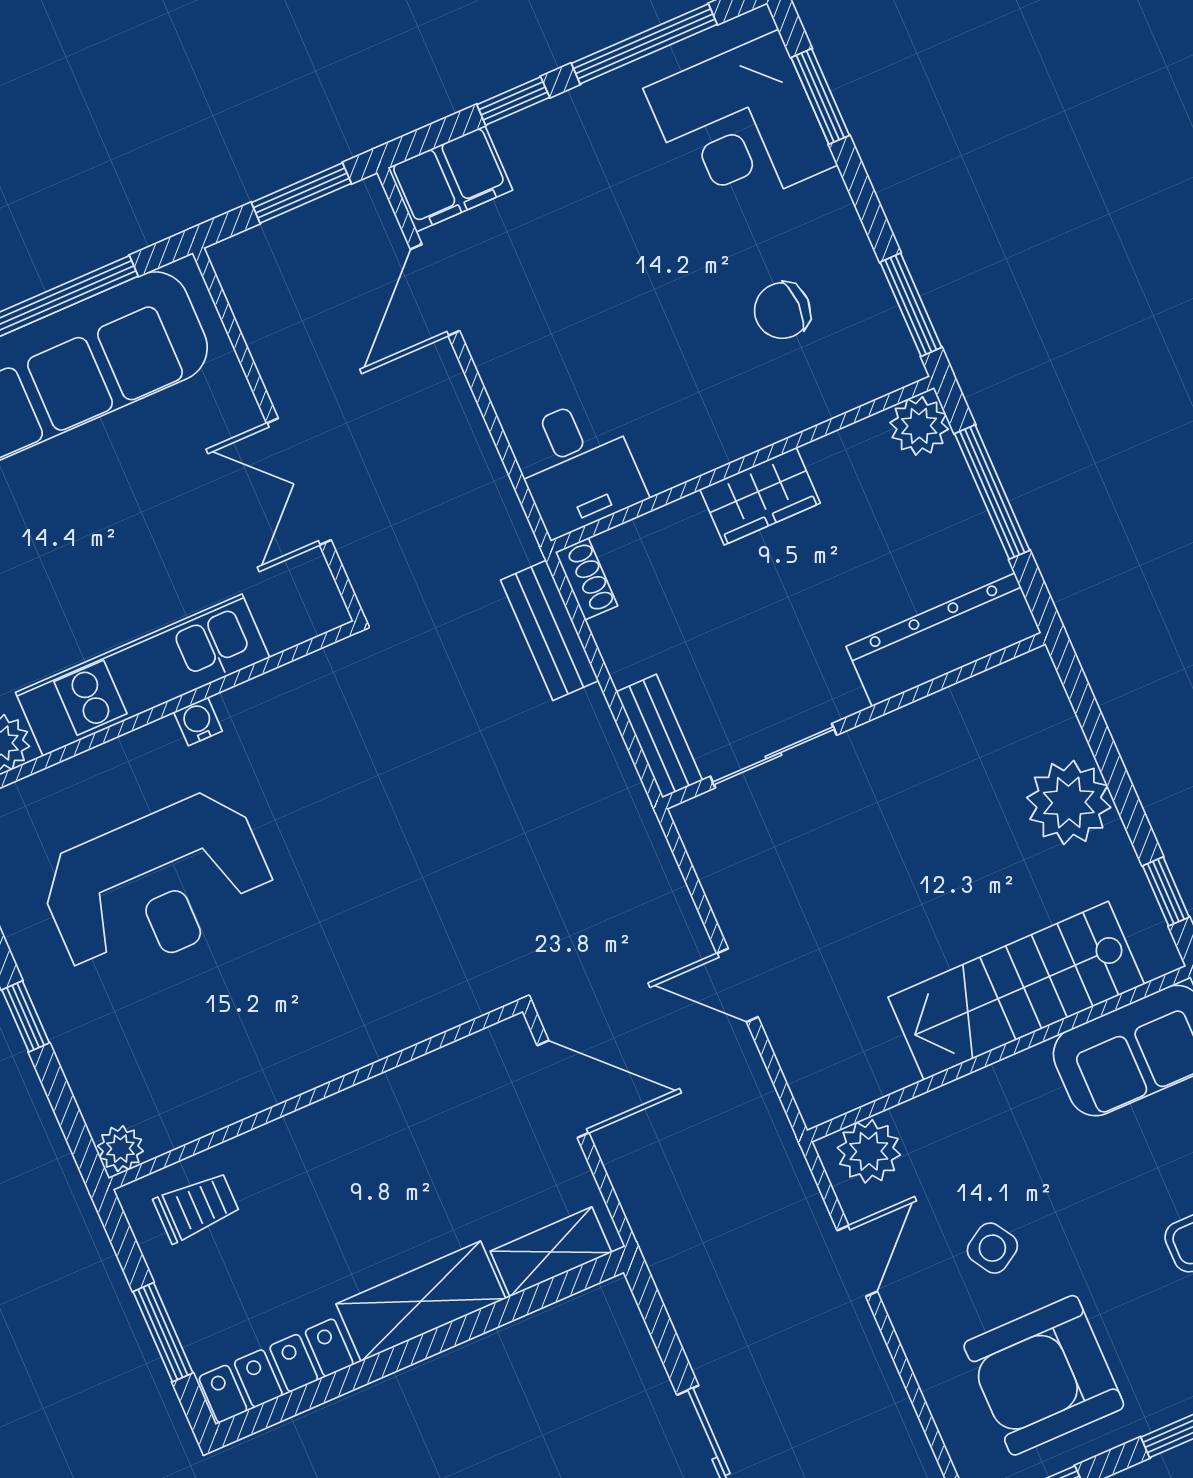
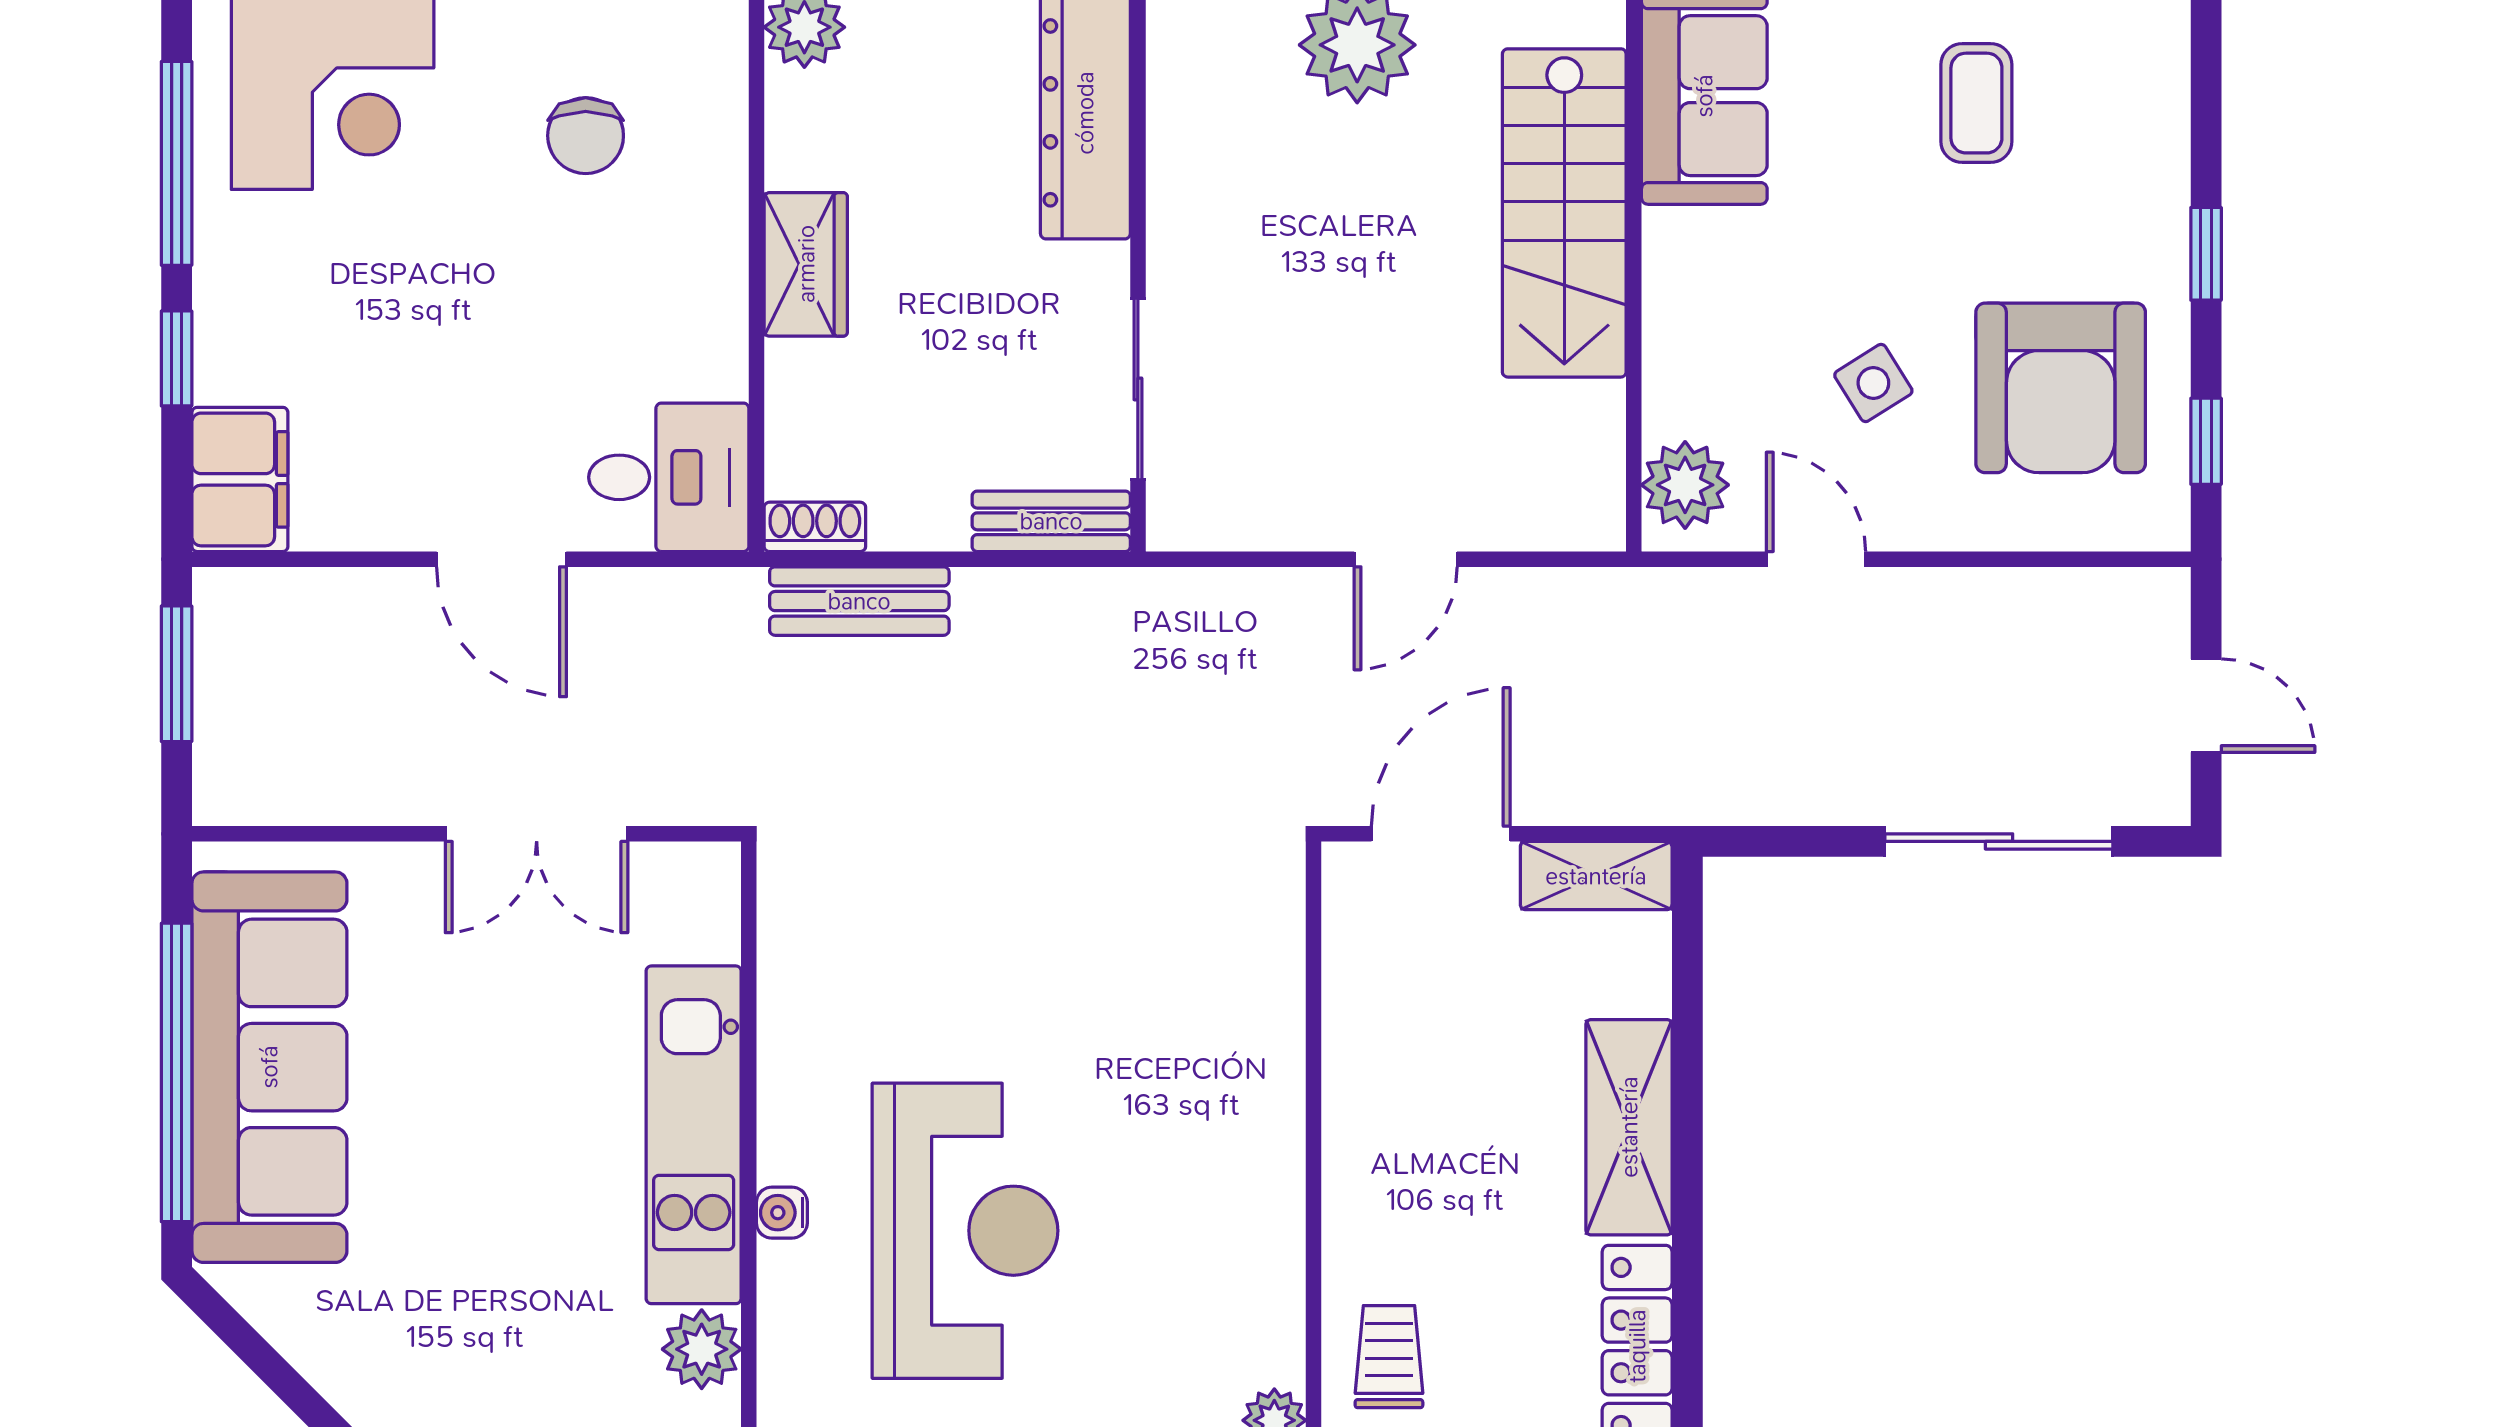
door: (435, 290) -> (502, 559), moved
water cooler: (198, 721) -> (782, 1213), moved
shelving: (551, 1252) -> (1596, 876), moved, turned 90

